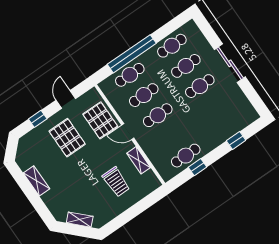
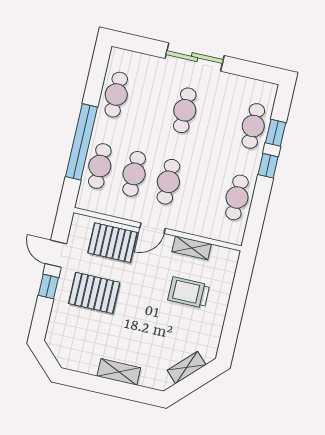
cafe table: (186, 66) -> (253, 126), moved
window: (38, 119) -> (48, 287), moved
window: (198, 167) -> (268, 166), moved
shelving: (36, 181) -> (119, 372), moved
trolley: (116, 182) -> (189, 292), turned 180

